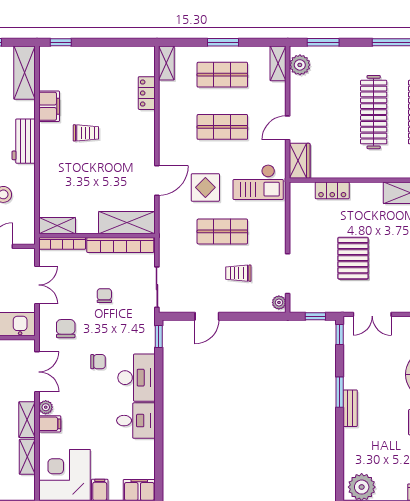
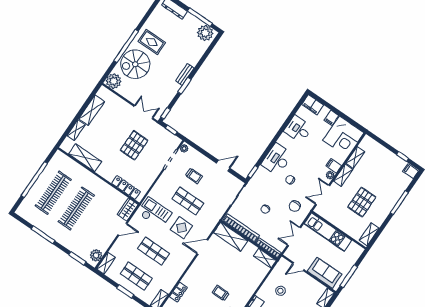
locker: (332, 190) -> (126, 187), width x1.53
desk: (136, 421) -> (298, 129), moved

